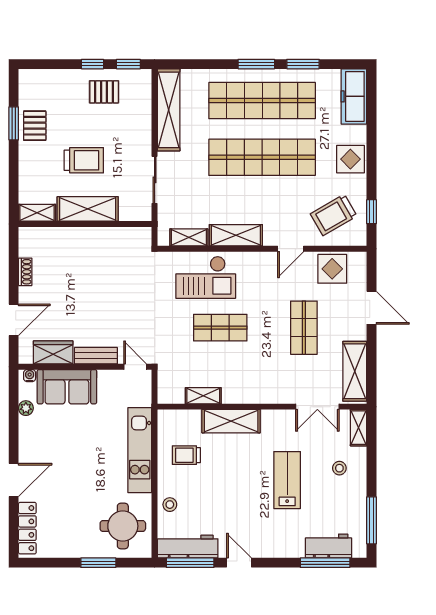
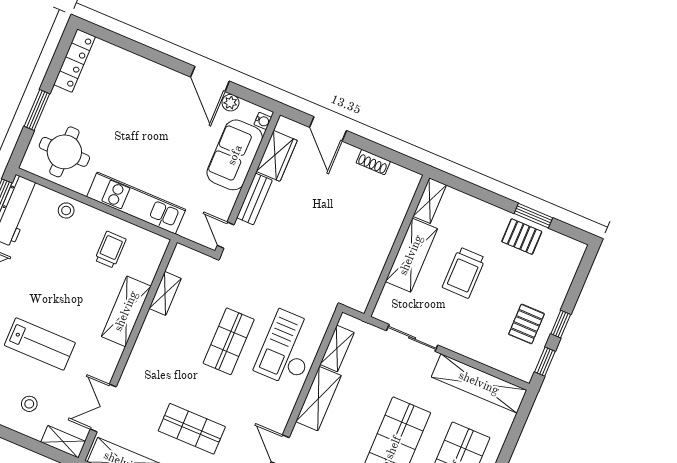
door: (135, 367) -> (226, 235), swing flipped
door: (14, 480) -> (210, 79), moved
locker: (27, 528) -> (75, 61), moved, turned -90

